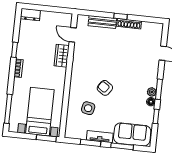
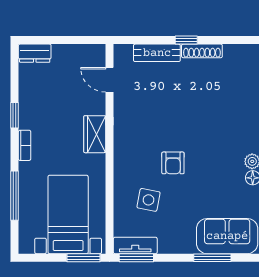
wardrobe: (62, 56) -> (95, 134), moved
armchair: (105, 88) -> (173, 163), turned -124
window: (8, 109) -> (14, 196), moved
tv unit: (100, 137) -> (135, 245), moved
window: (91, 143) -> (136, 258), moved

